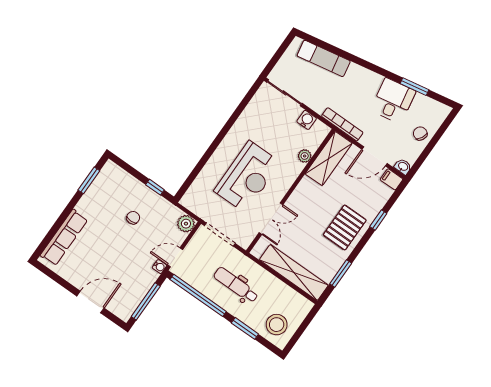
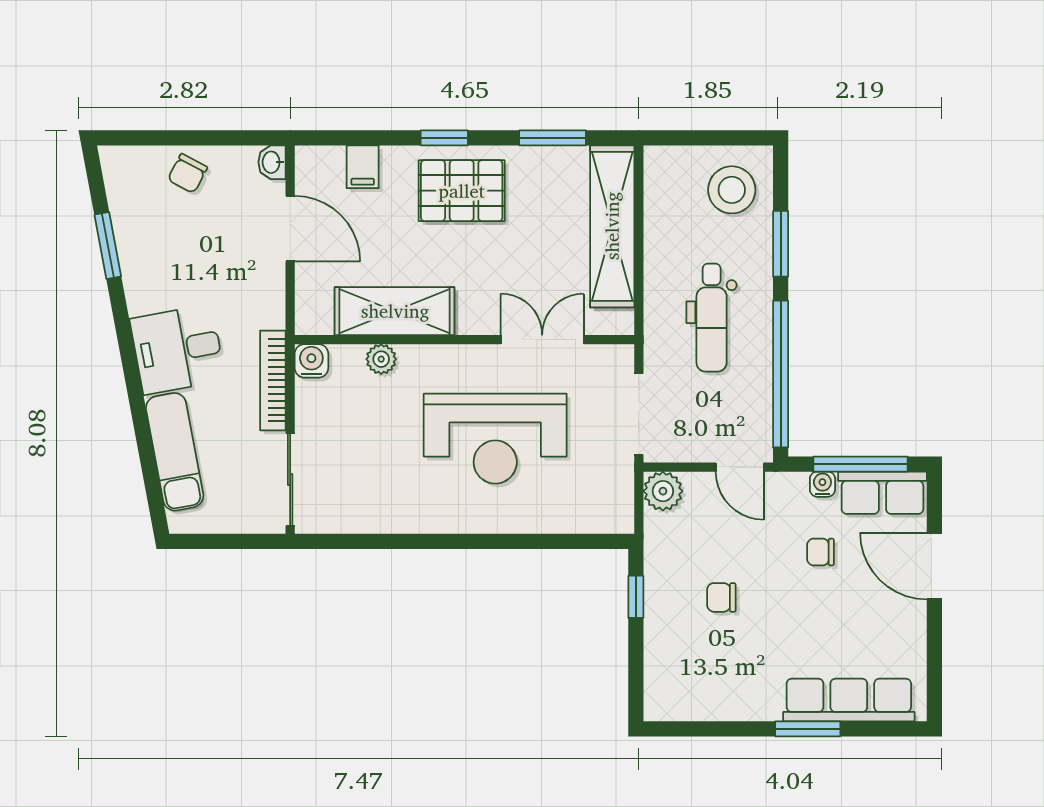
desk: (393, 101) -> (178, 349), moved
water cooler: (307, 120) -> (311, 361), moved, turned 90
bookcase: (342, 124) -> (273, 380), moved
shelving: (329, 159) -> (395, 311), moved
reception desk: (247, 177) -> (495, 439), turned 180
filing cabinet: (391, 179) -> (363, 167), moved
window: (89, 180) -> (808, 729), moved
window: (378, 220) -> (444, 138), moved
chair: (124, 265) -> (820, 552), added
water cooler: (159, 267) -> (822, 484), moved
row of seats: (130, 302) -> (882, 493), added

